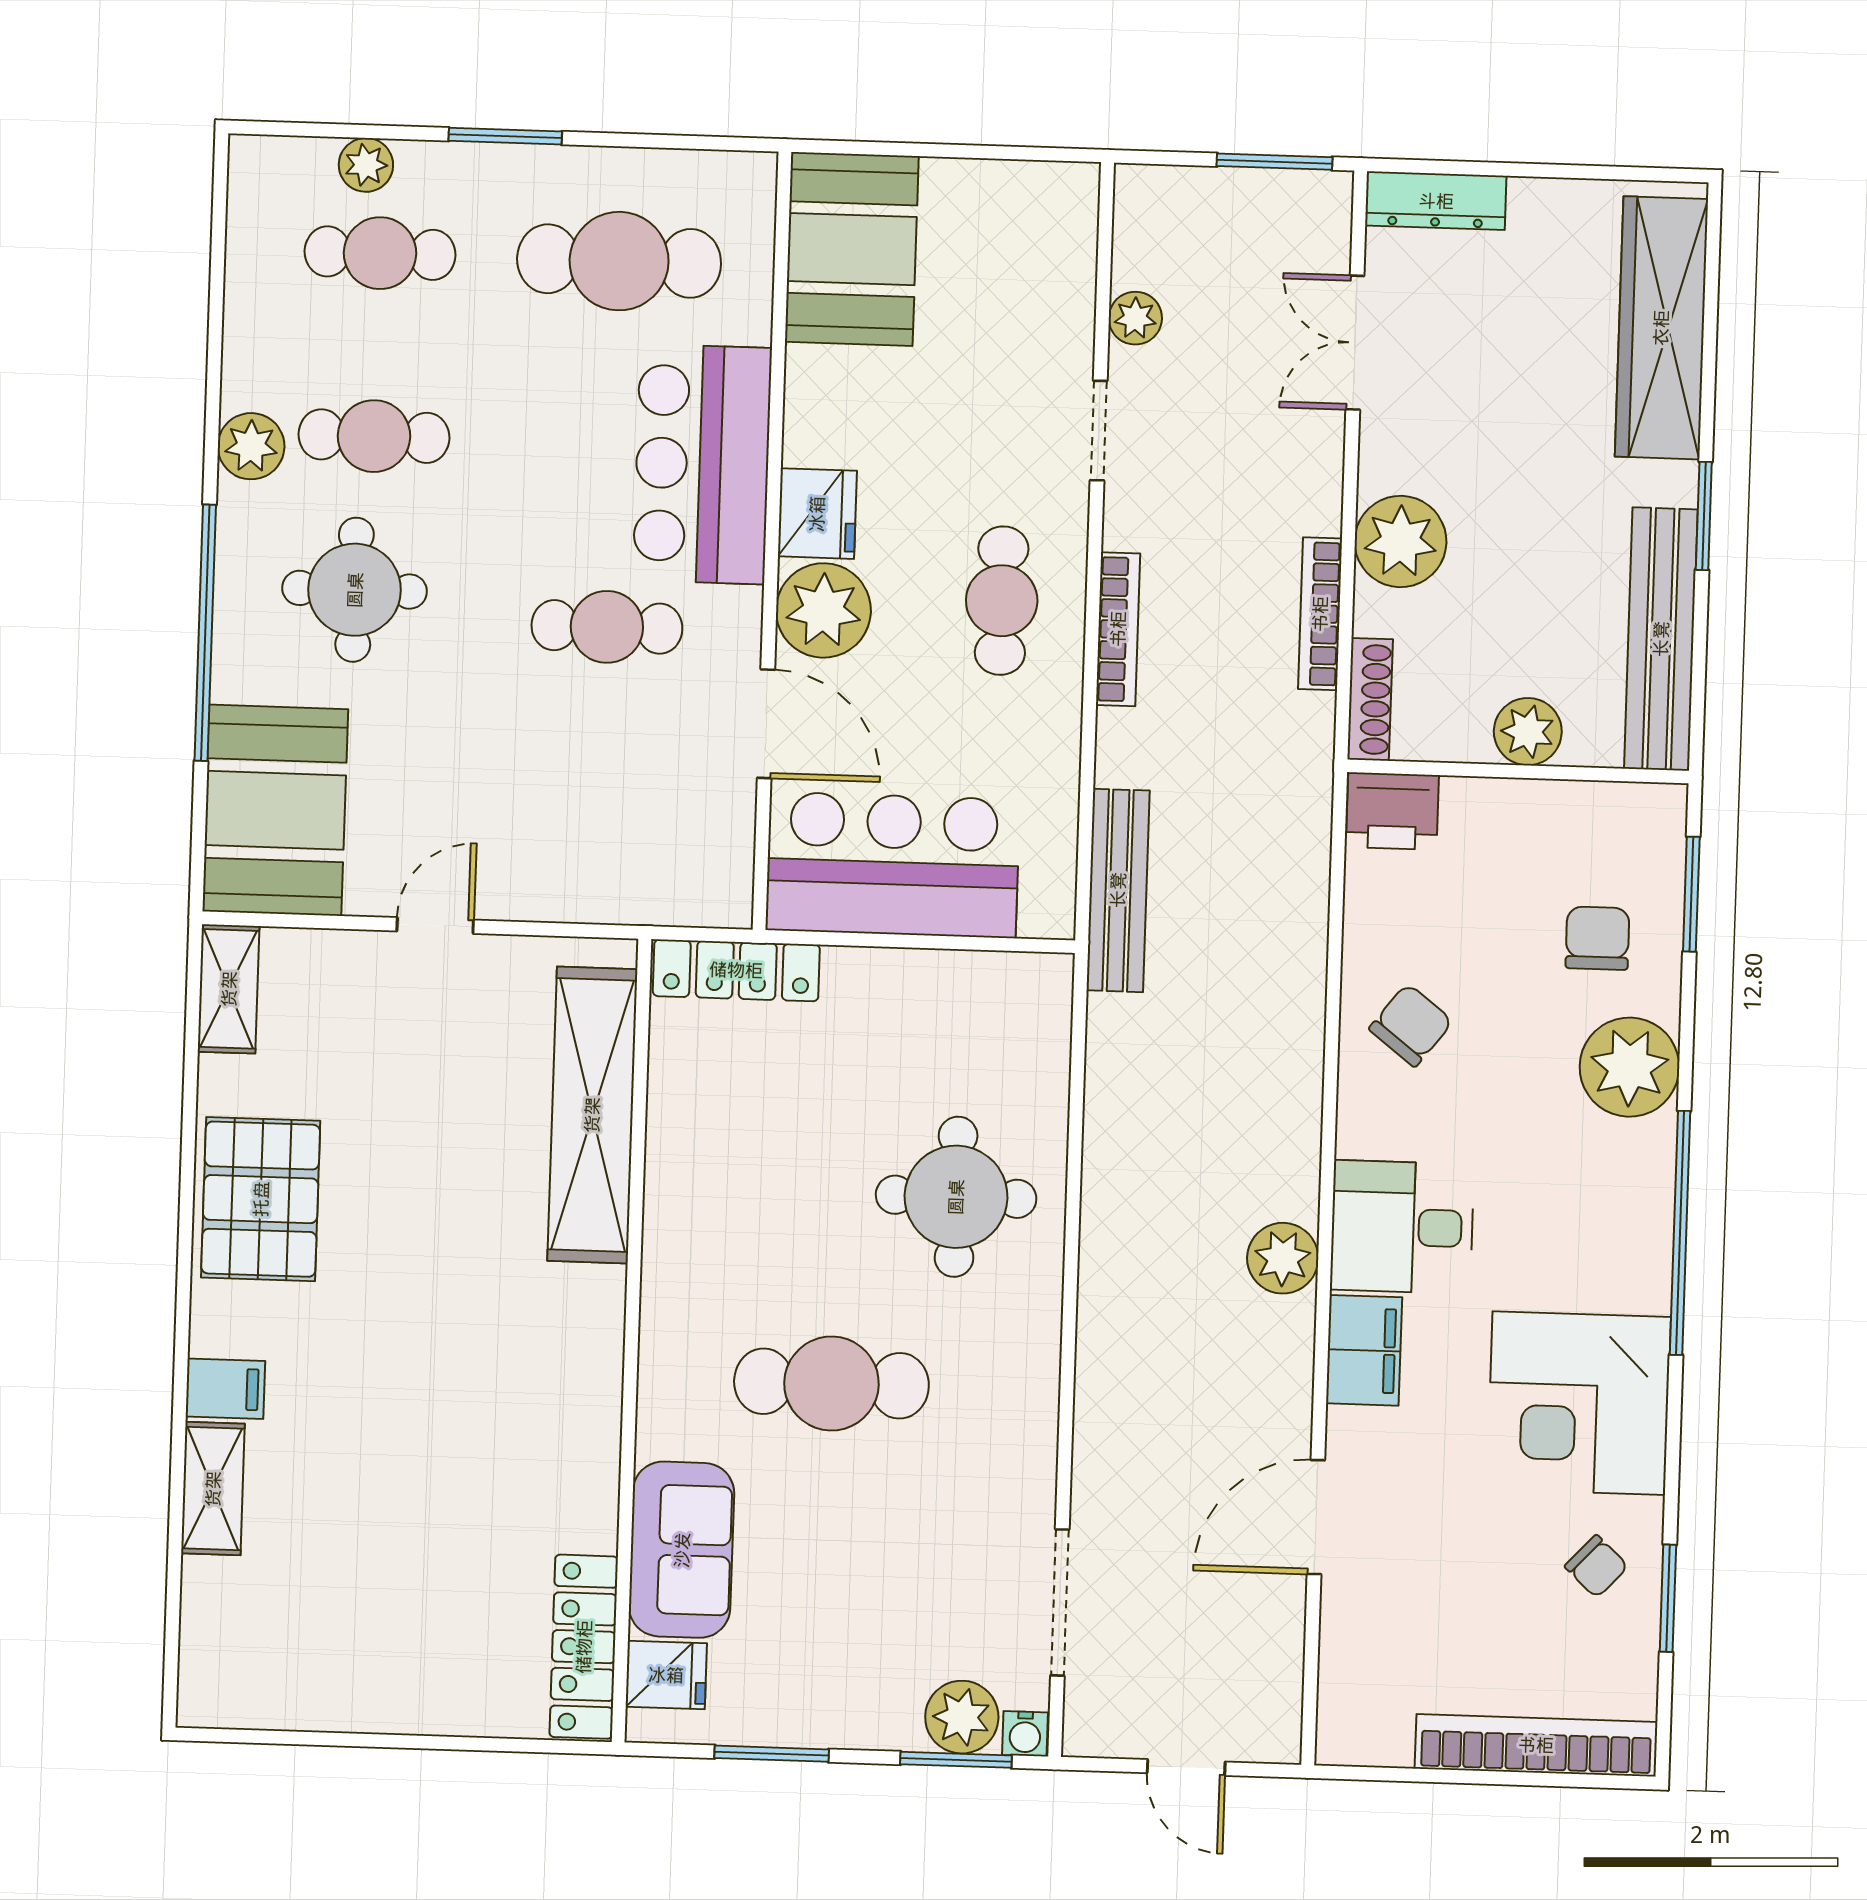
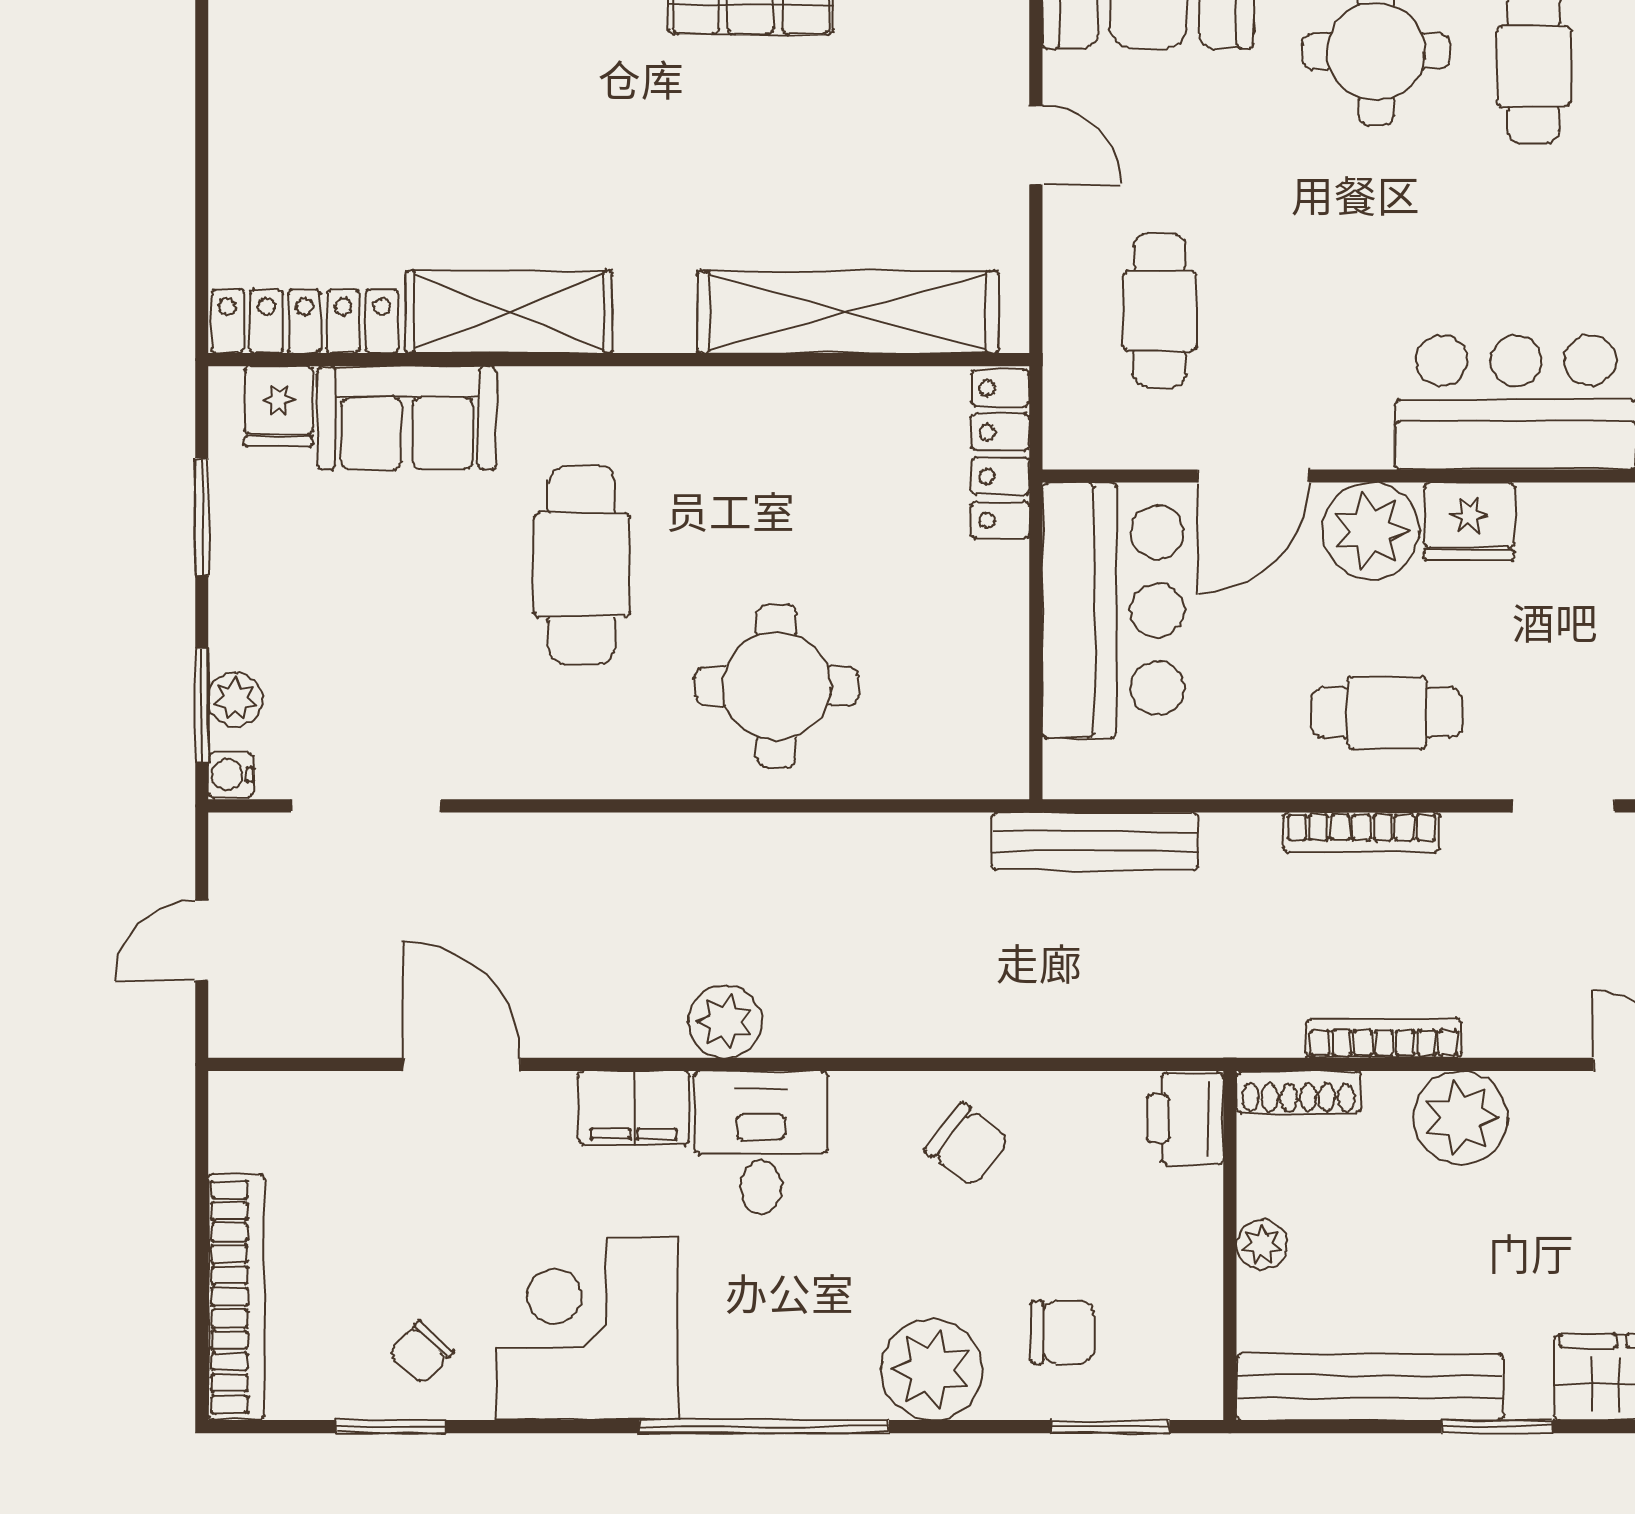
cafe table: (607, 627) -> (1160, 310), moved
plant: (1528, 732) -> (1261, 1245), width x0.73, depth x0.73
shelving: (581, 1446) -> (509, 312), added
plant: (962, 1717) -> (235, 699), width x0.73, depth x0.73

